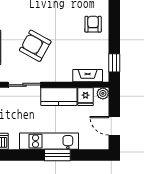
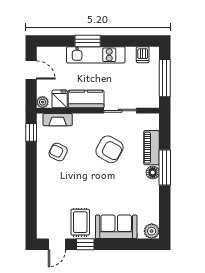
armchair: (93, 24) -> (58, 152), moved, turned 116

